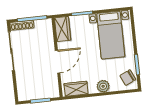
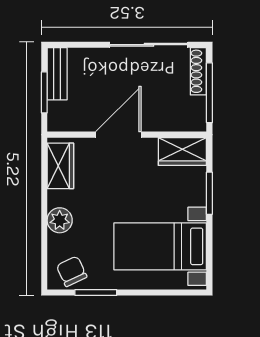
door: (58, 62) -> (118, 135), swing flipped
bench: (31, 95) -> (57, 74), added

